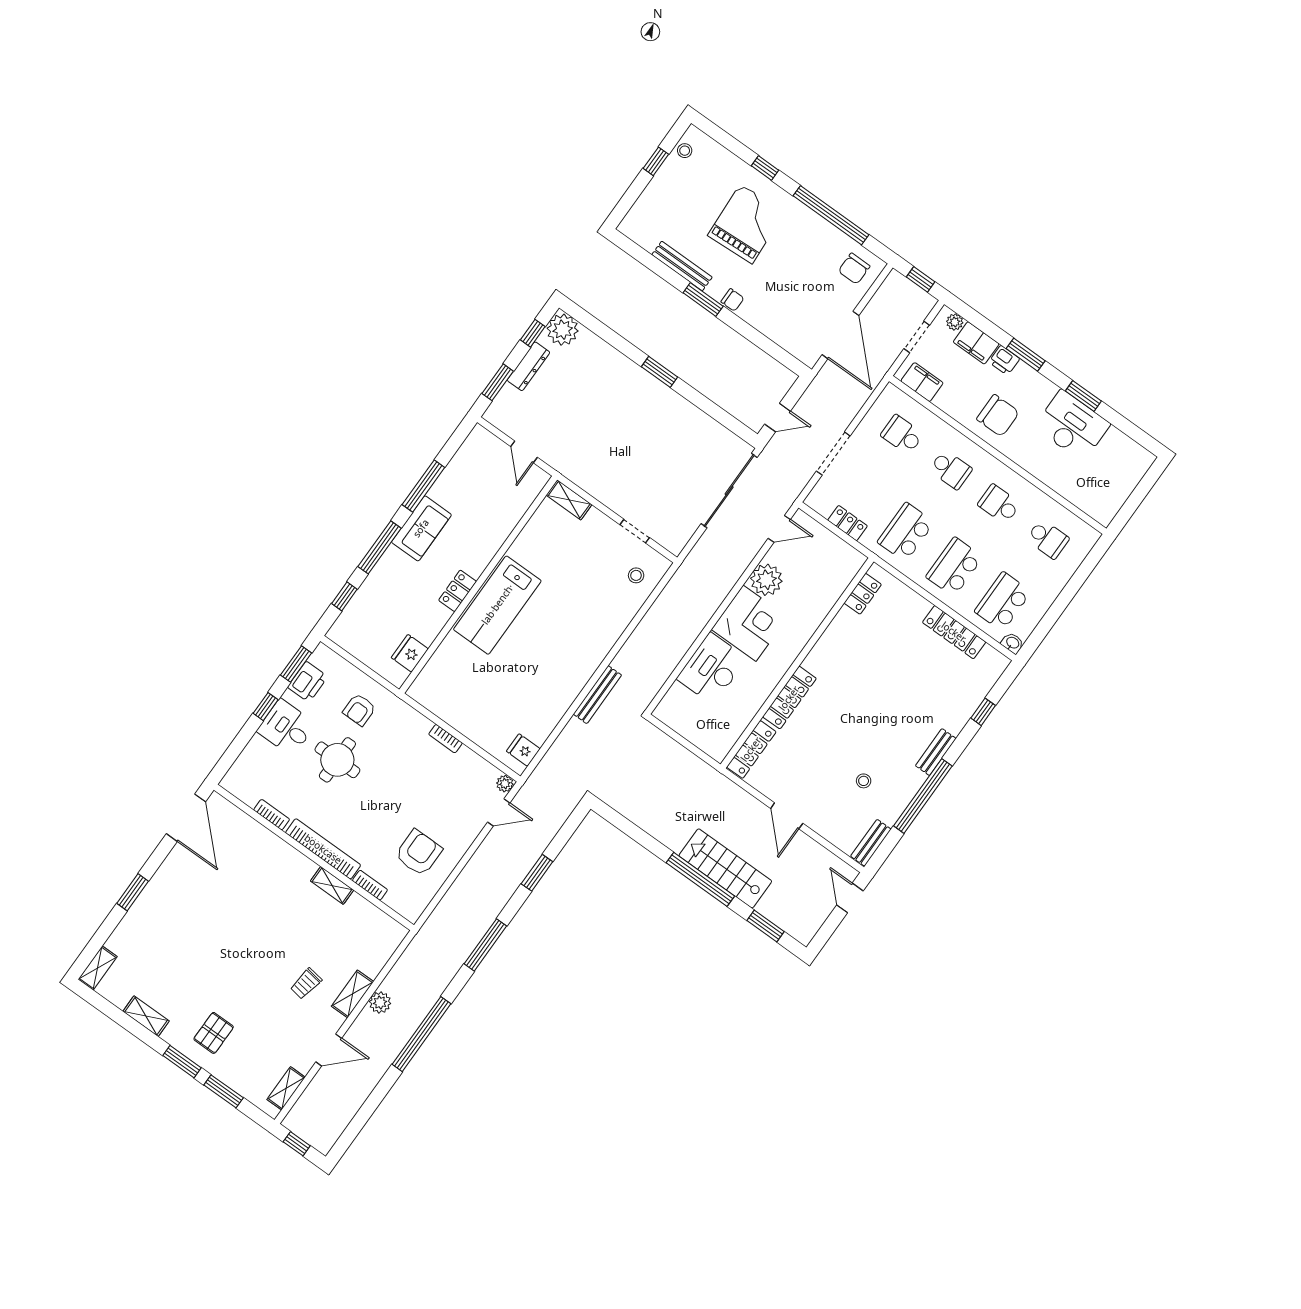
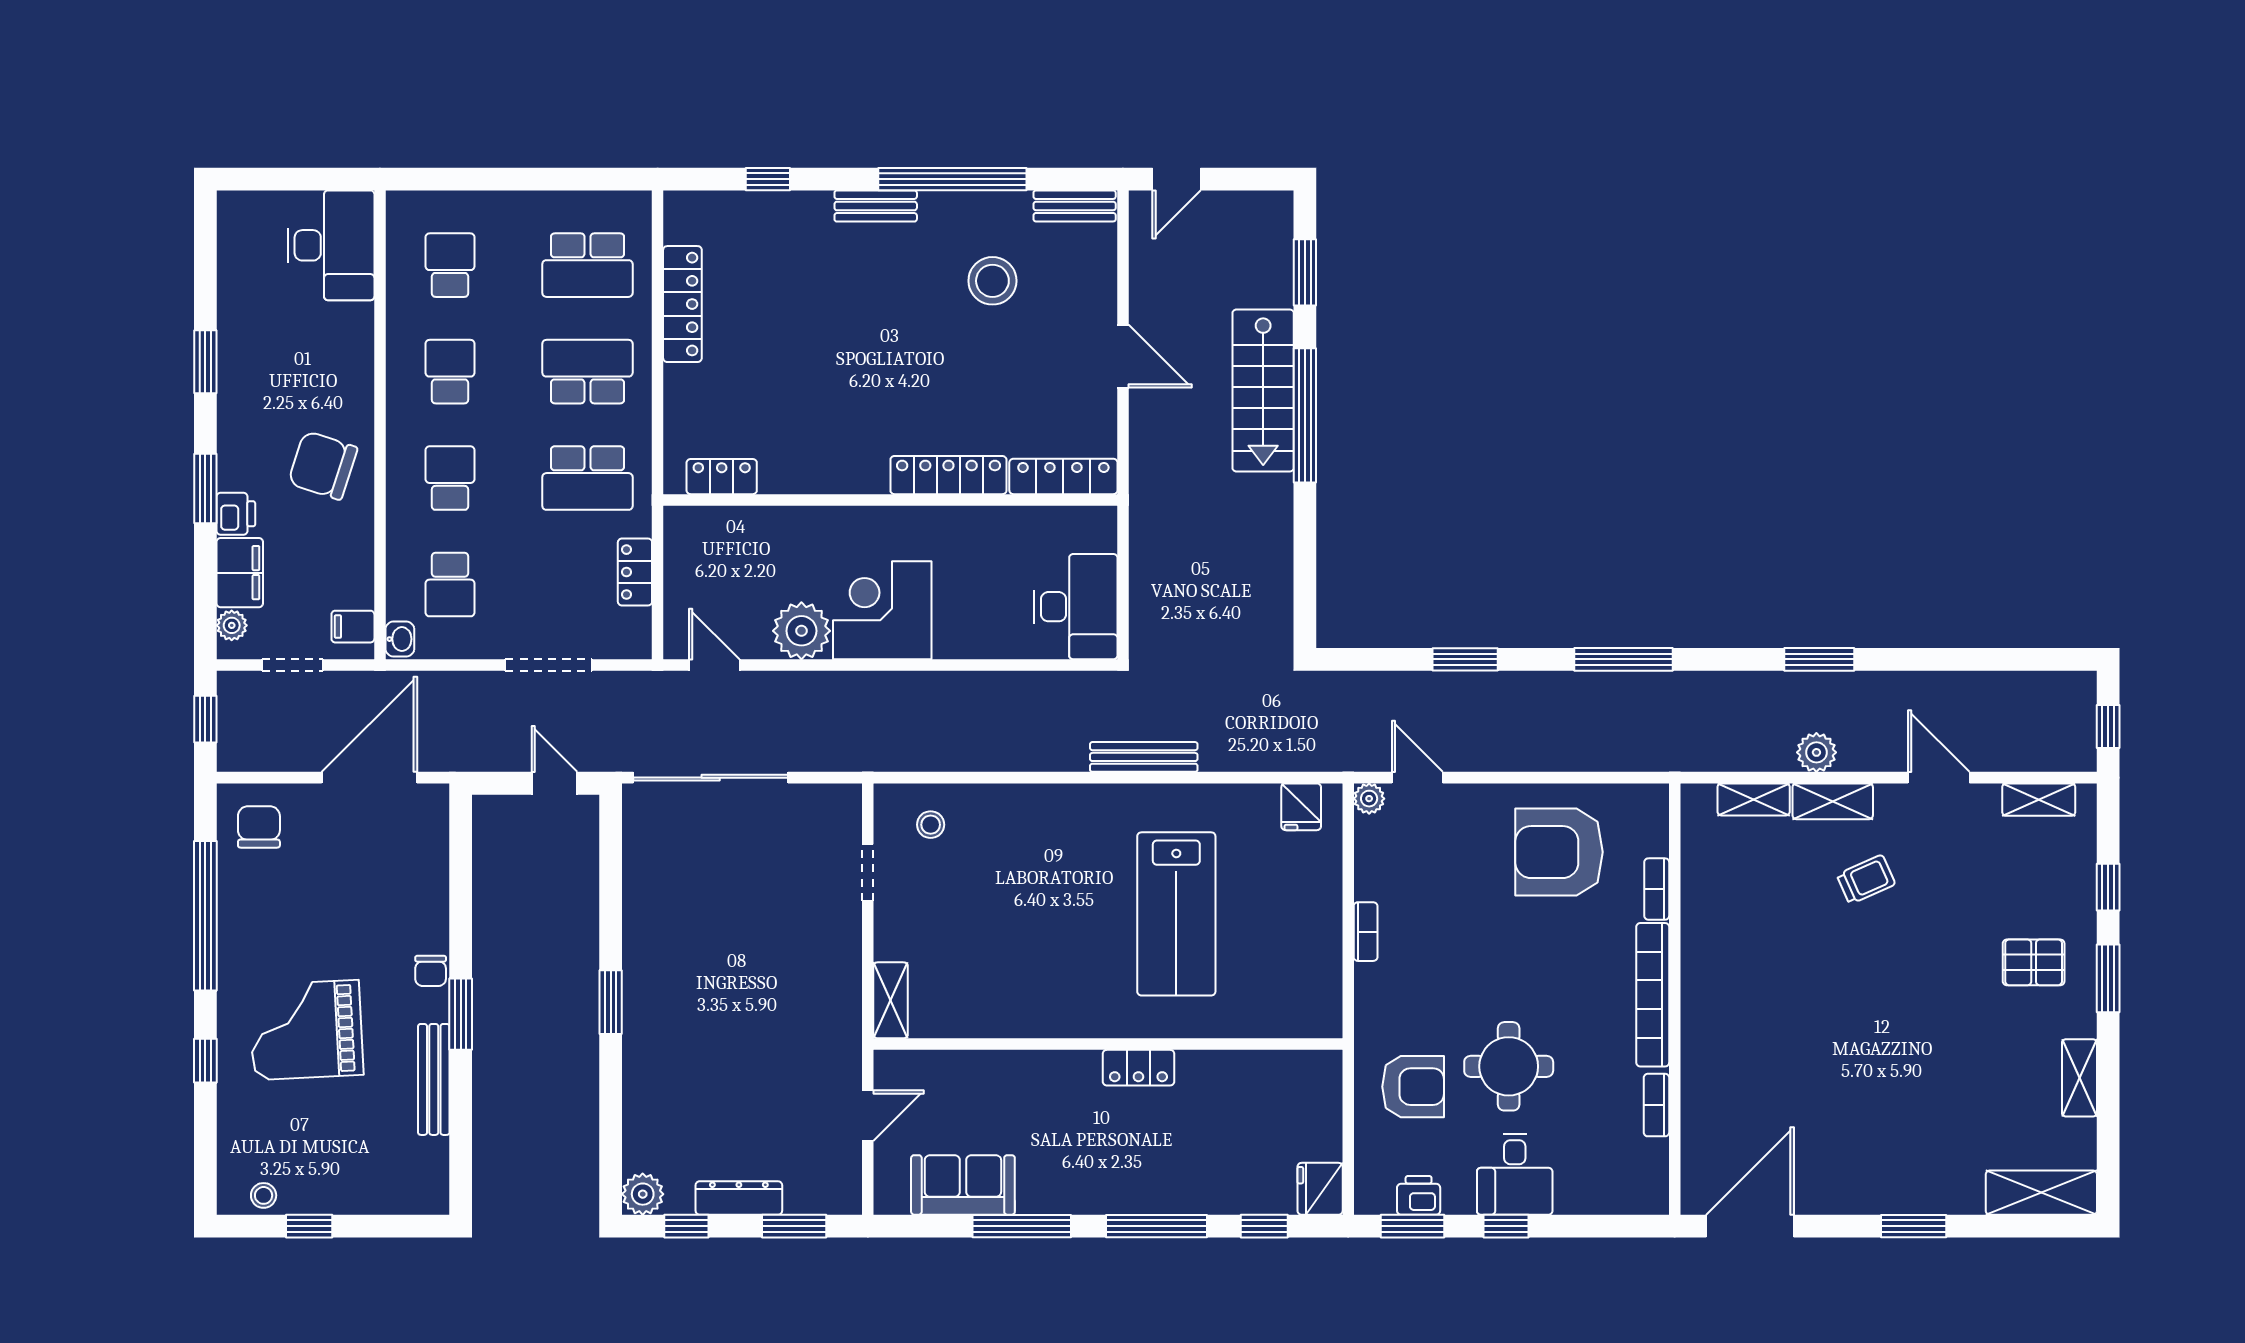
chair: (854, 269) -> (259, 827), turned -90
chair: (732, 300) -> (431, 971), turned 180
plant: (563, 330) -> (643, 1194), width x0.73, depth x0.73
filing cabinet: (922, 382) -> (353, 627), width x0.50
chair: (998, 416) -> (323, 465), turned -72
desk: (1072, 426) -> (331, 245), moved, turned 180
school desk: (999, 504) -> (450, 372), turned 180
sofa: (421, 528) -> (963, 1185), moved
school desk: (954, 567) -> (587, 372), turned 180
lab bench: (497, 605) -> (1176, 914), moved, turned 90
washbasin: (1012, 643) -> (400, 639), moved, turned 180
fridge: (410, 653) -> (1320, 1189), moved, turned 90
desk: (712, 669) -> (1076, 607), moved, turned -90
printer: (308, 682) -> (1419, 1195), width x0.73, depth x0.81
armchair: (359, 710) -> (1413, 1087), width x1.38, depth x1.38
stool: (864, 781) -> (992, 281), width x1.89, depth x1.89
door: (787, 816) -> (1123, 356), hinge flipped
armchair: (419, 853) -> (1559, 852), width x1.36, depth x1.36
shelving: (332, 885) -> (1754, 799), moved, turned 90
shelving: (98, 968) -> (2041, 1193), width x1.50, depth x1.33
trolley: (306, 984) -> (1866, 879), turned -33
window: (421, 1034) -> (1819, 659), width x0.47
window: (224, 1091) -> (2108, 887), width x0.67

